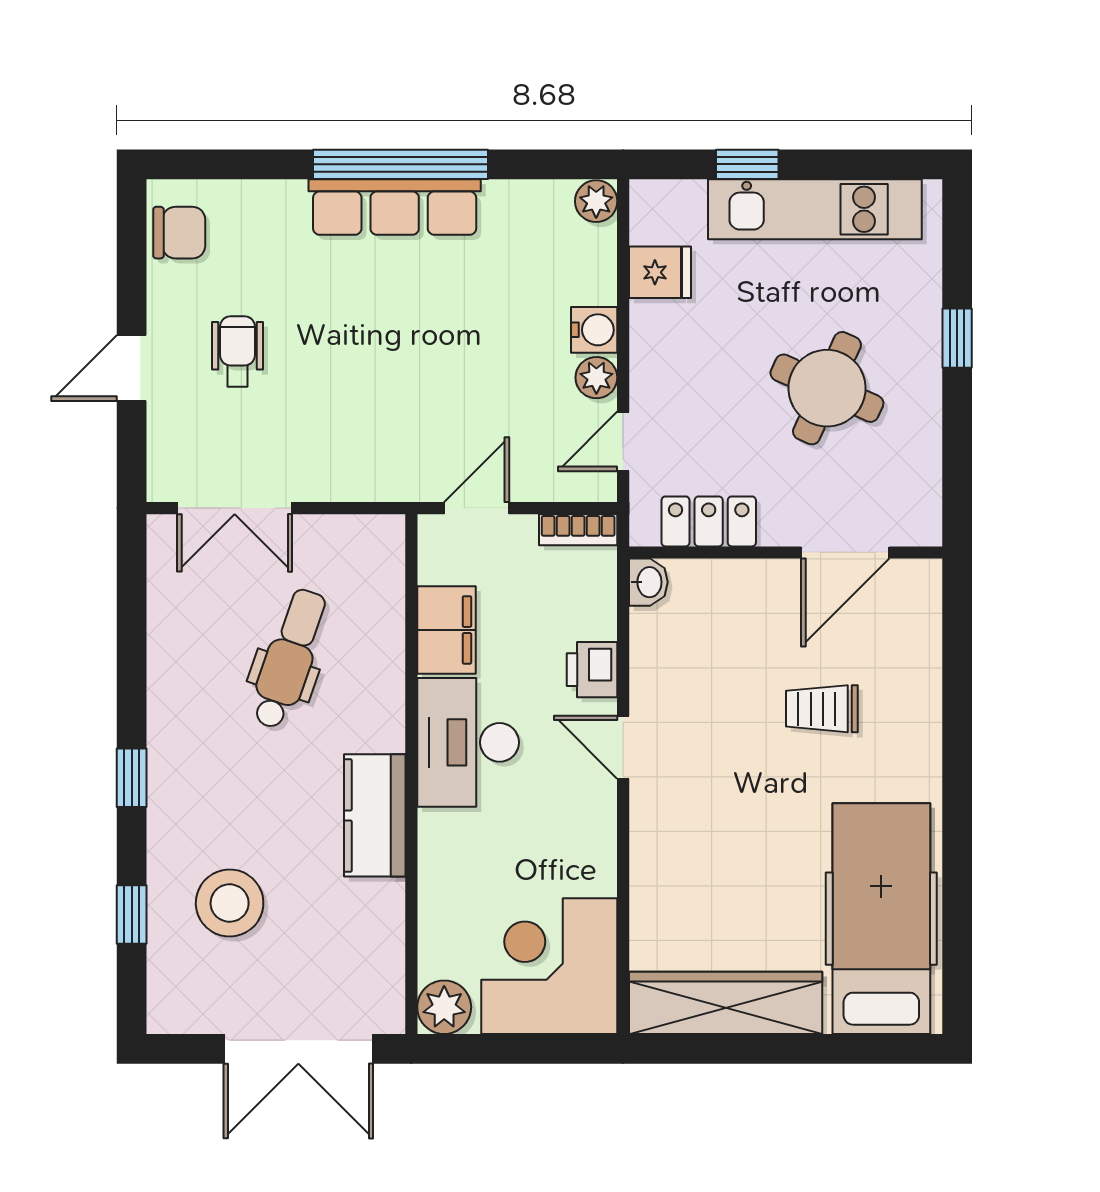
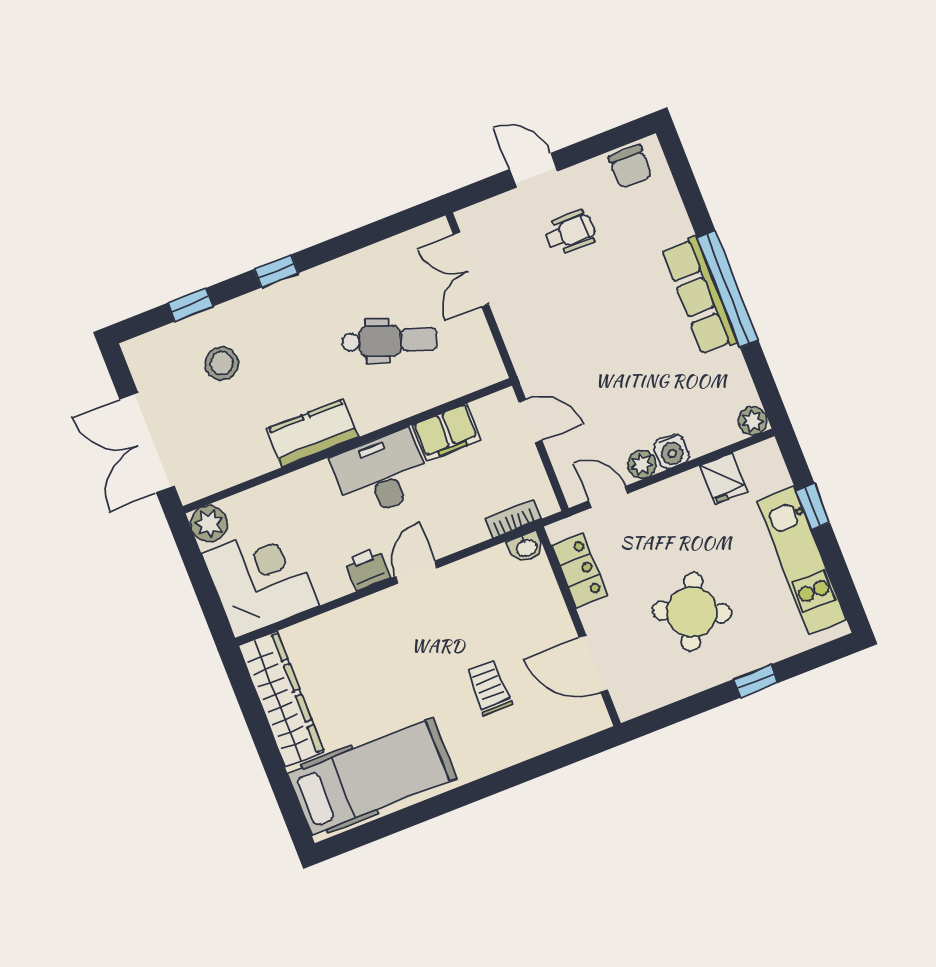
bookcase: (578, 530) -> (513, 519), moved, turned 90
printer: (592, 670) -> (367, 569), moved
stool: (230, 903) -> (222, 363), width x0.73, depth x0.73

